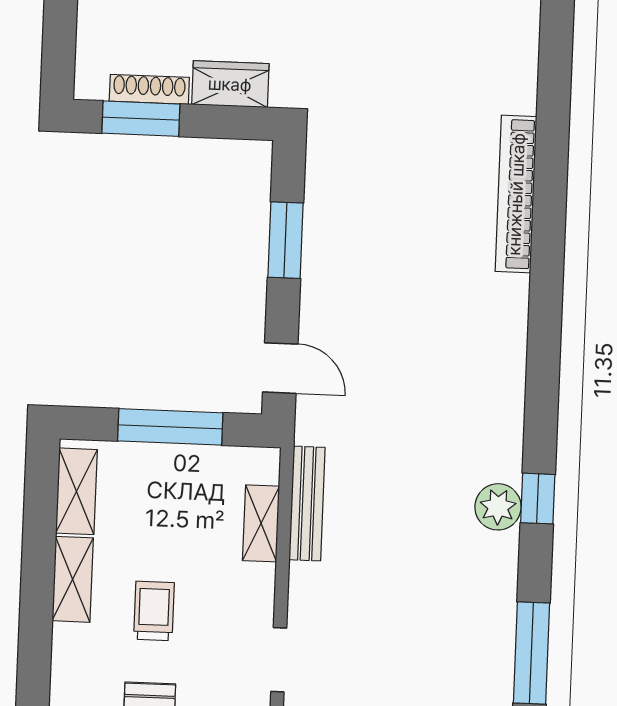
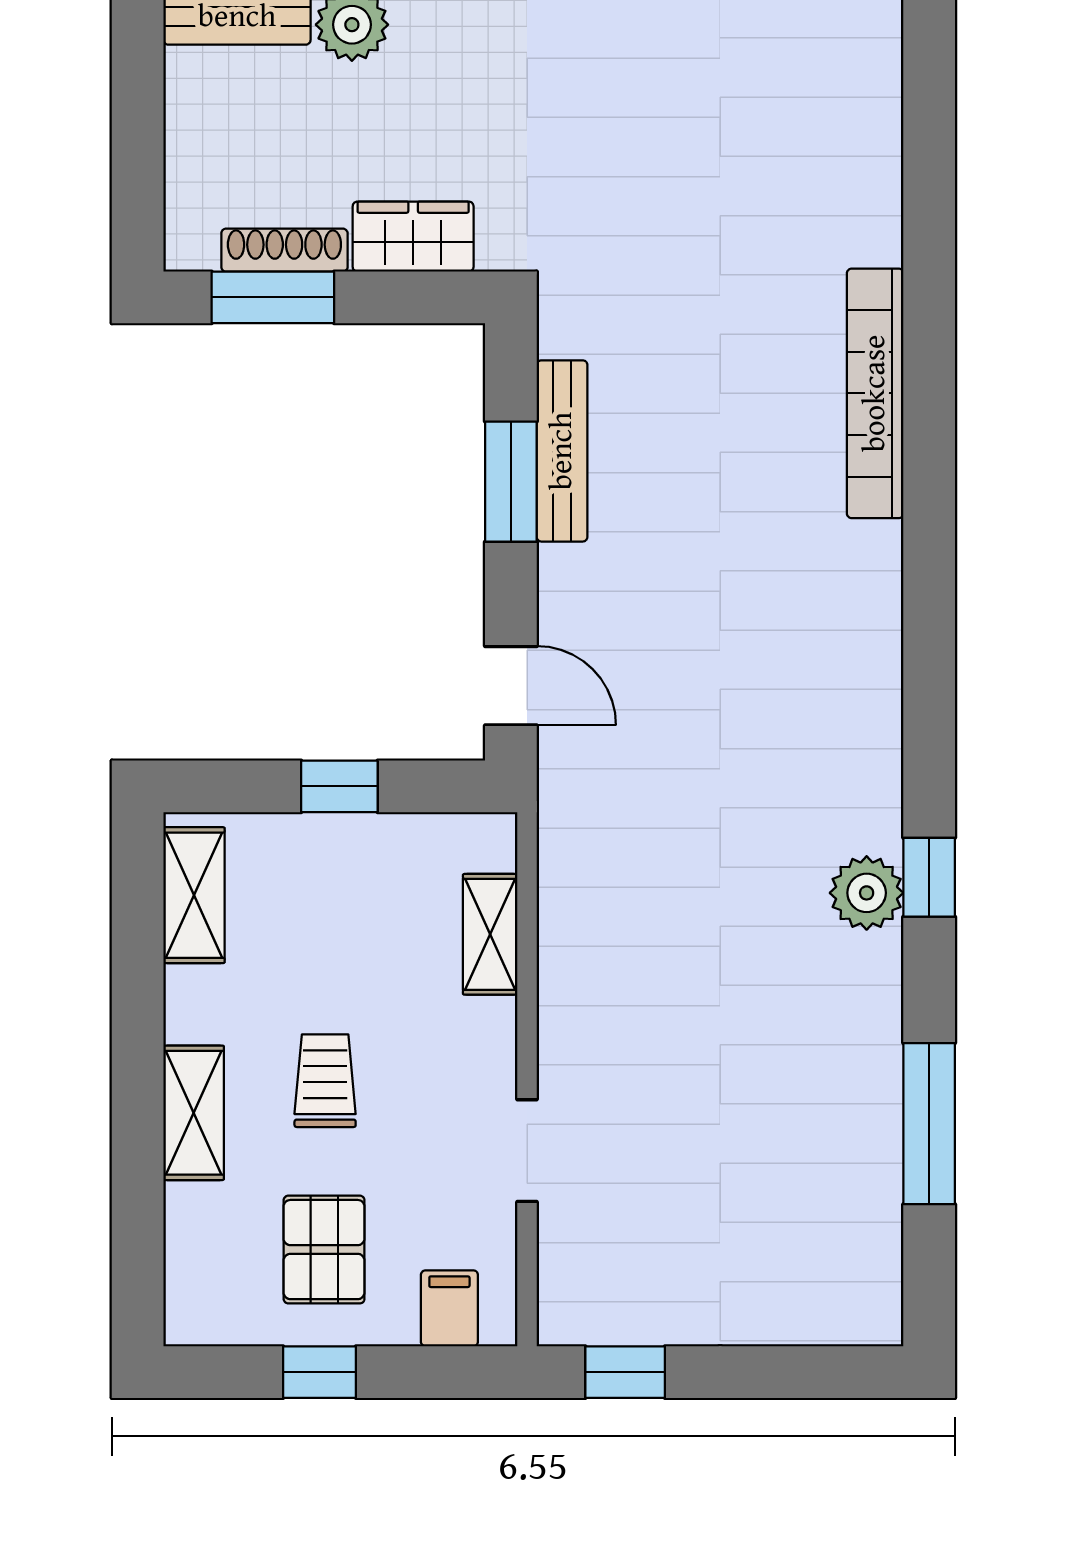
window: (170, 427) -> (339, 786), width x0.46
bench: (307, 504) -> (562, 451), moved
shelving: (73, 579) -> (194, 1113), moved

